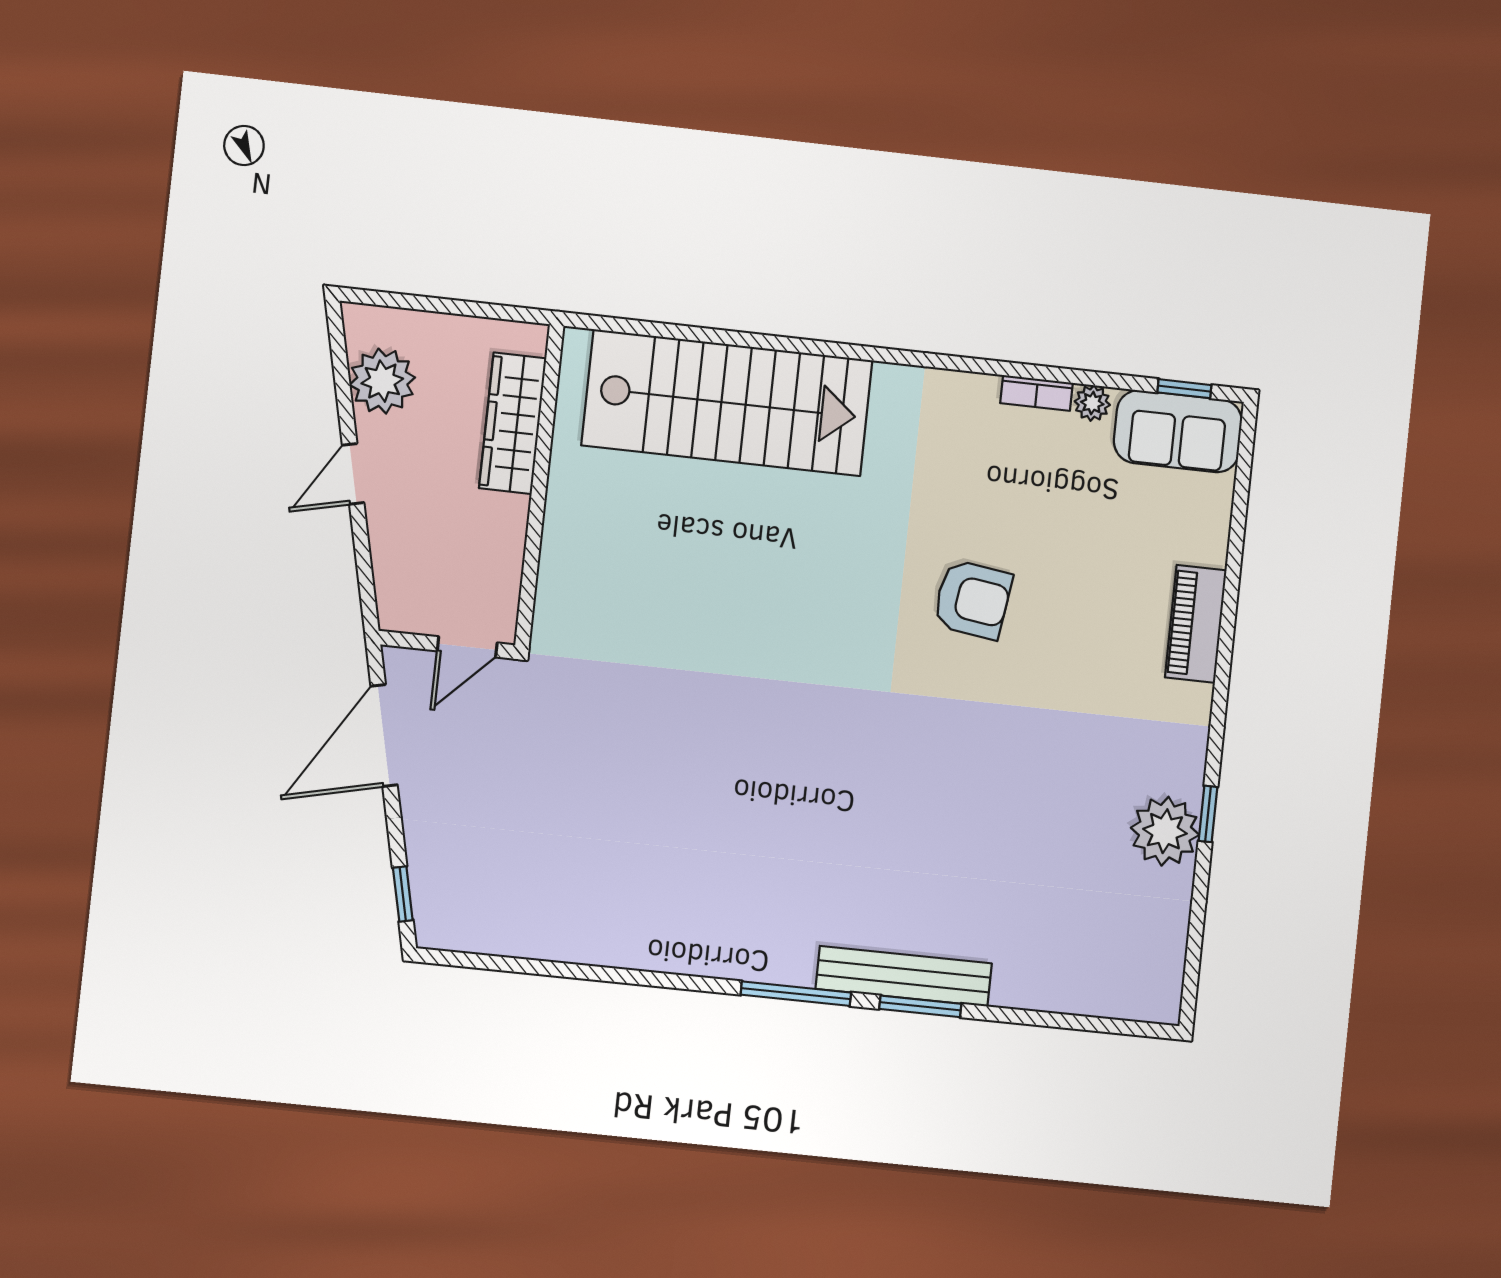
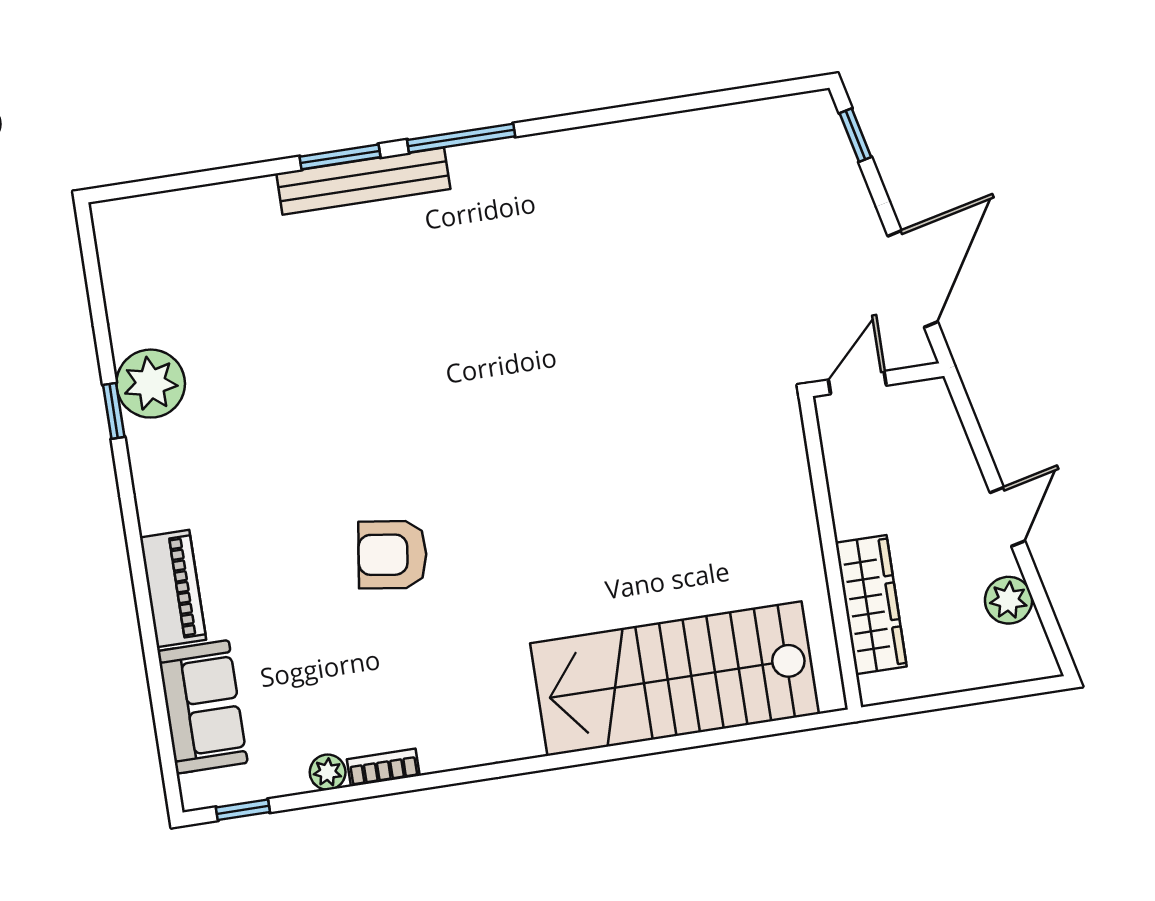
plant: (382, 381) -> (1009, 600), width x0.73, depth x0.73
sofa: (1178, 431) -> (203, 707), moved, turned 90

